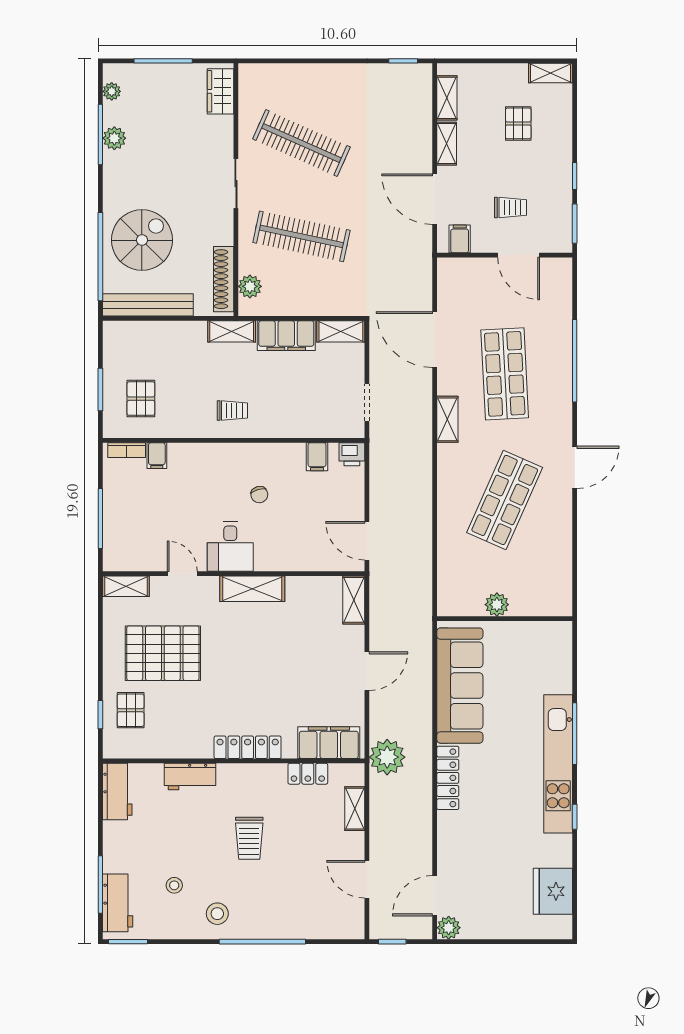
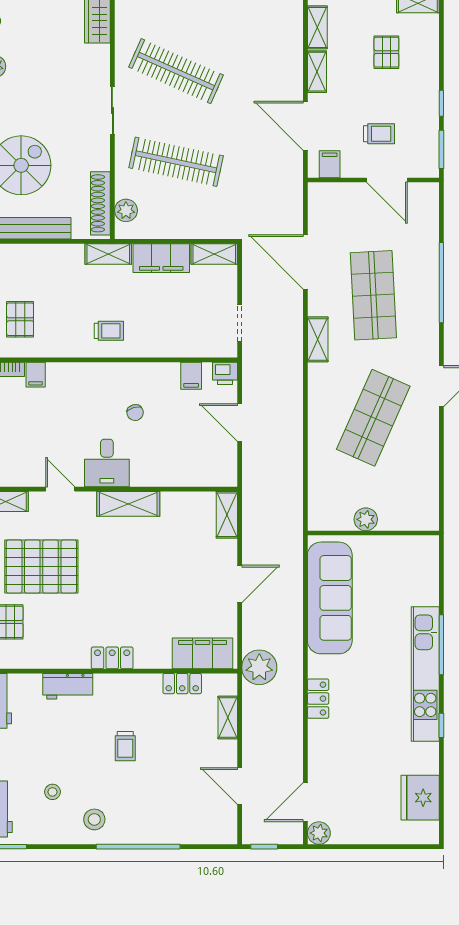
door: (367, 541) -> (240, 423), moved
locker: (248, 747) -> (112, 658), width x0.66
locker: (448, 778) -> (318, 699), width x0.66
trolley: (249, 838) -> (125, 746), width x0.73, depth x0.72

